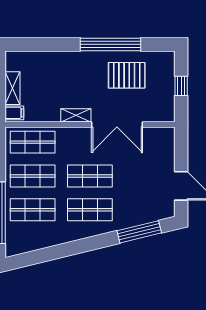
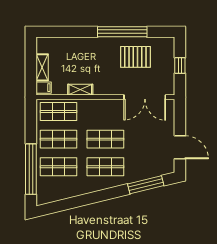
shelving: (76, 115) -> (80, 90), moved
double door: (117, 125) -> (145, 97), moved

